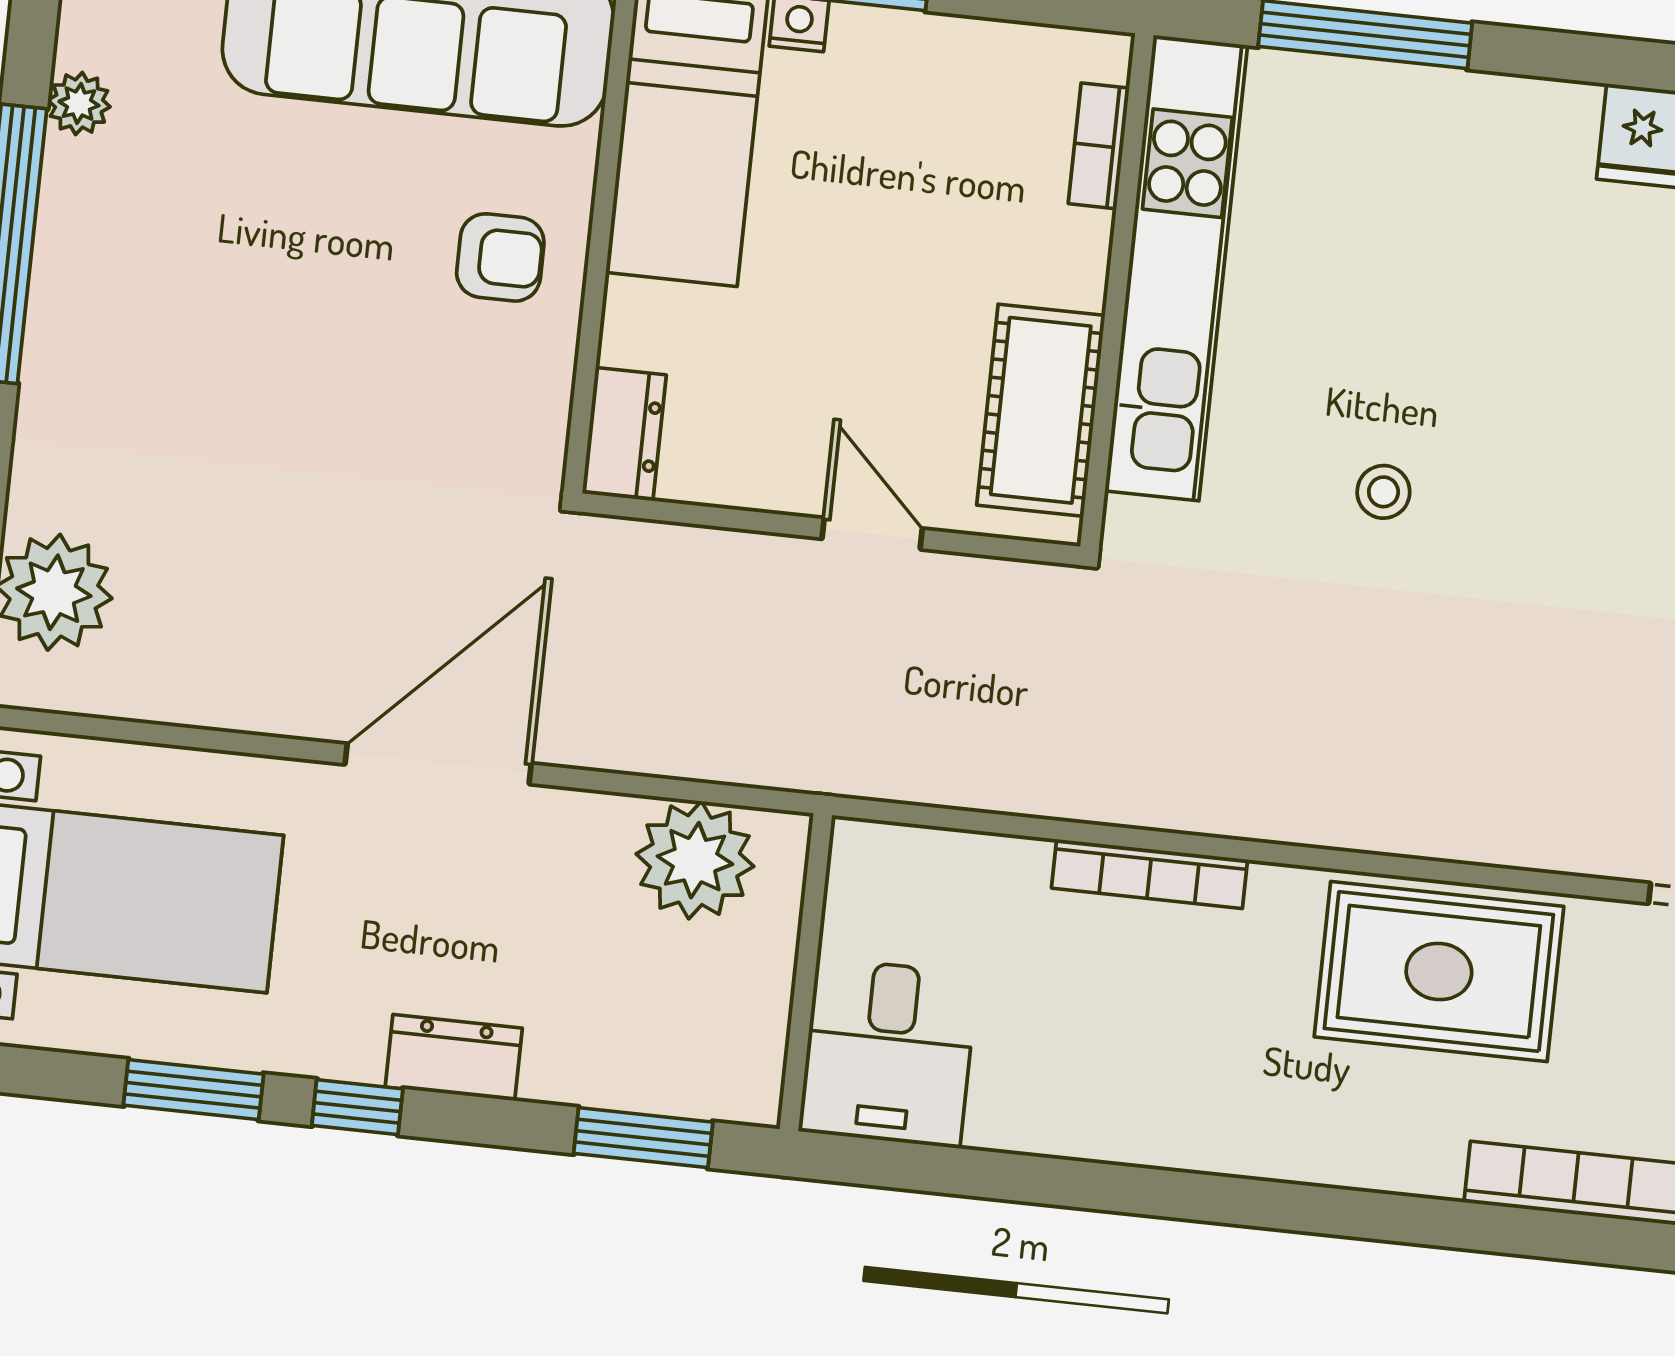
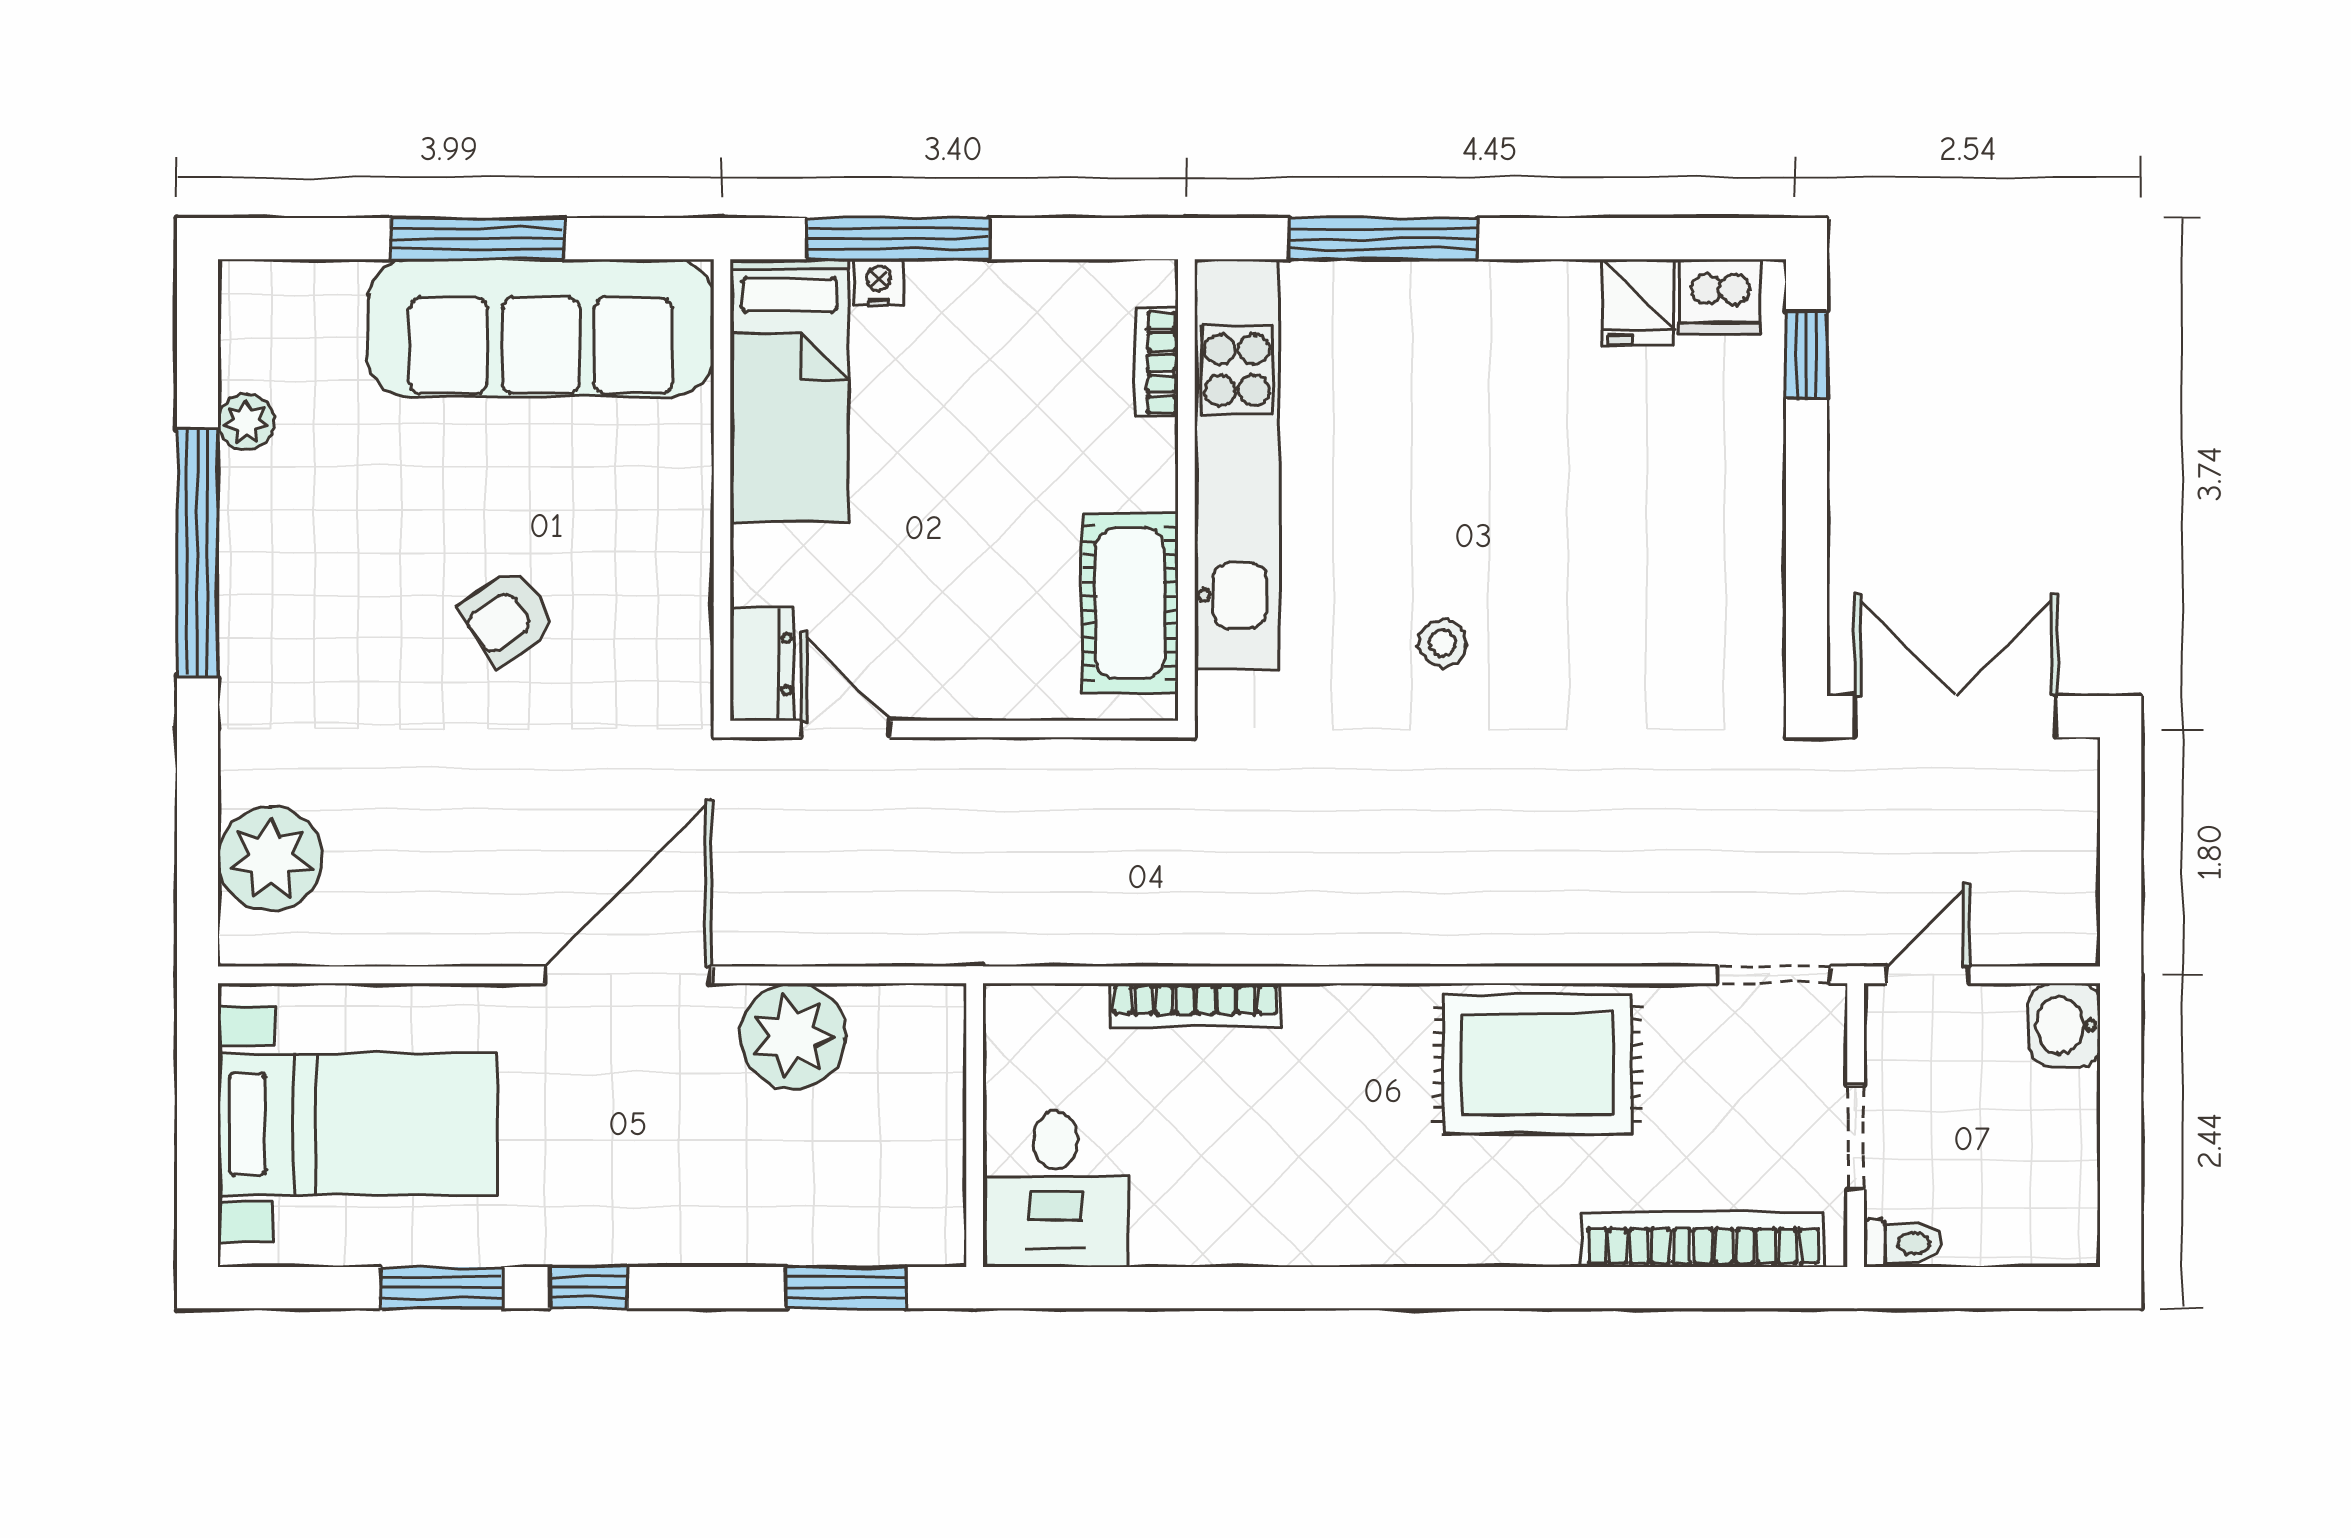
armchair: (500, 257) -> (508, 617), moved, turned 146
door: (872, 534) -> (845, 729), moved
plant: (695, 860) -> (793, 1036), moved
bookcase: (1150, 874) -> (1195, 1005), moved
dresser: (454, 1058) -> (670, 1234), removed

